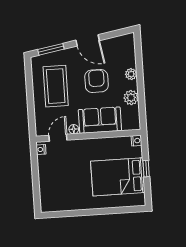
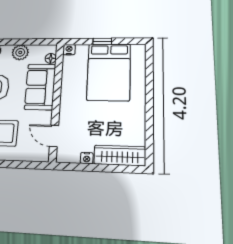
floor lamp: (74, 129) -> (51, 58), moved
nightstand: (41, 149) -> (87, 158), moved
wardrobe: (47, 192) -> (120, 155), added

